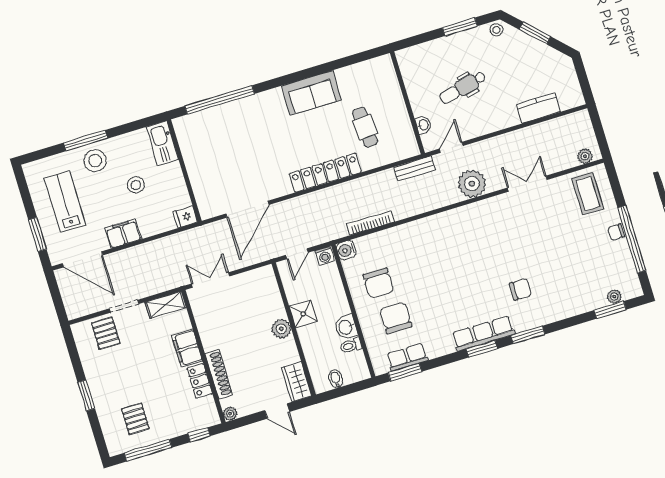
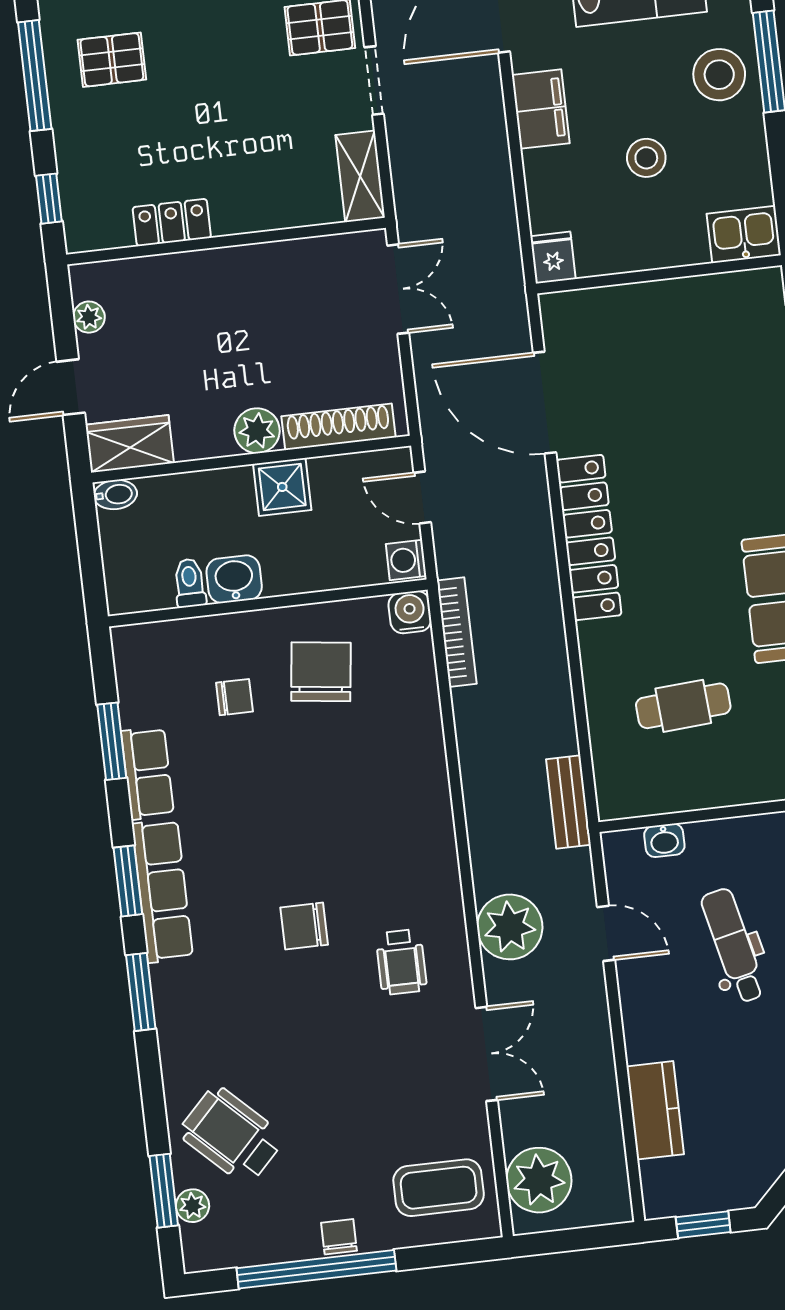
window: (583, 79) -> (703, 1225), added
kitchen sink: (162, 143) -> (744, 234), width x0.73
door: (451, 147) -> (606, 933), moved
plant: (585, 156) -> (539, 1180), width x1.88, depth x1.88
locker: (325, 173) -> (589, 538), moved
bookcase: (370, 223) -> (457, 632), moved
wheelchair: (495, 227) -> (401, 962), added
chair: (378, 283) -> (321, 672), turned 97
wheelchair: (581, 285) -> (231, 1135), added
chair: (520, 289) -> (304, 926), moved, turned 90
chair: (396, 318) -> (234, 697), width x0.54, depth x0.54
filing cabinet: (187, 348) -> (252, 207), removed
row of seats: (407, 357) -> (147, 773), moved
window: (405, 372) -> (112, 741), moved
shoe rack: (219, 374) -> (338, 427), moved, turned 180
bidet: (336, 379) -> (115, 495), moved
plant: (230, 414) -> (89, 317), moved

